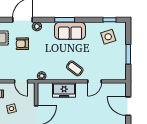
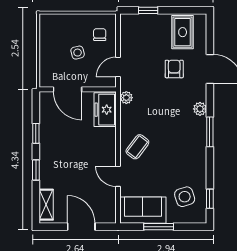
plant: (37, 26) -> (200, 109), moved
sofa: (70, 31) -> (143, 210), moved, turned 90
freezer: (64, 90) -> (105, 110), moved
door: (128, 106) -> (81, 227), hinge flipped

